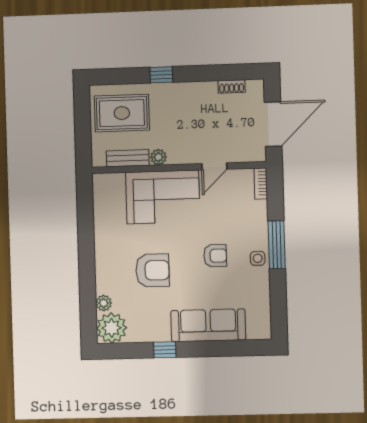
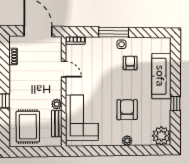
corner sofa: (163, 197) -> (82, 118), moved
armchair: (215, 256) -> (130, 63), moved
plant: (104, 303) -> (127, 141), moved

